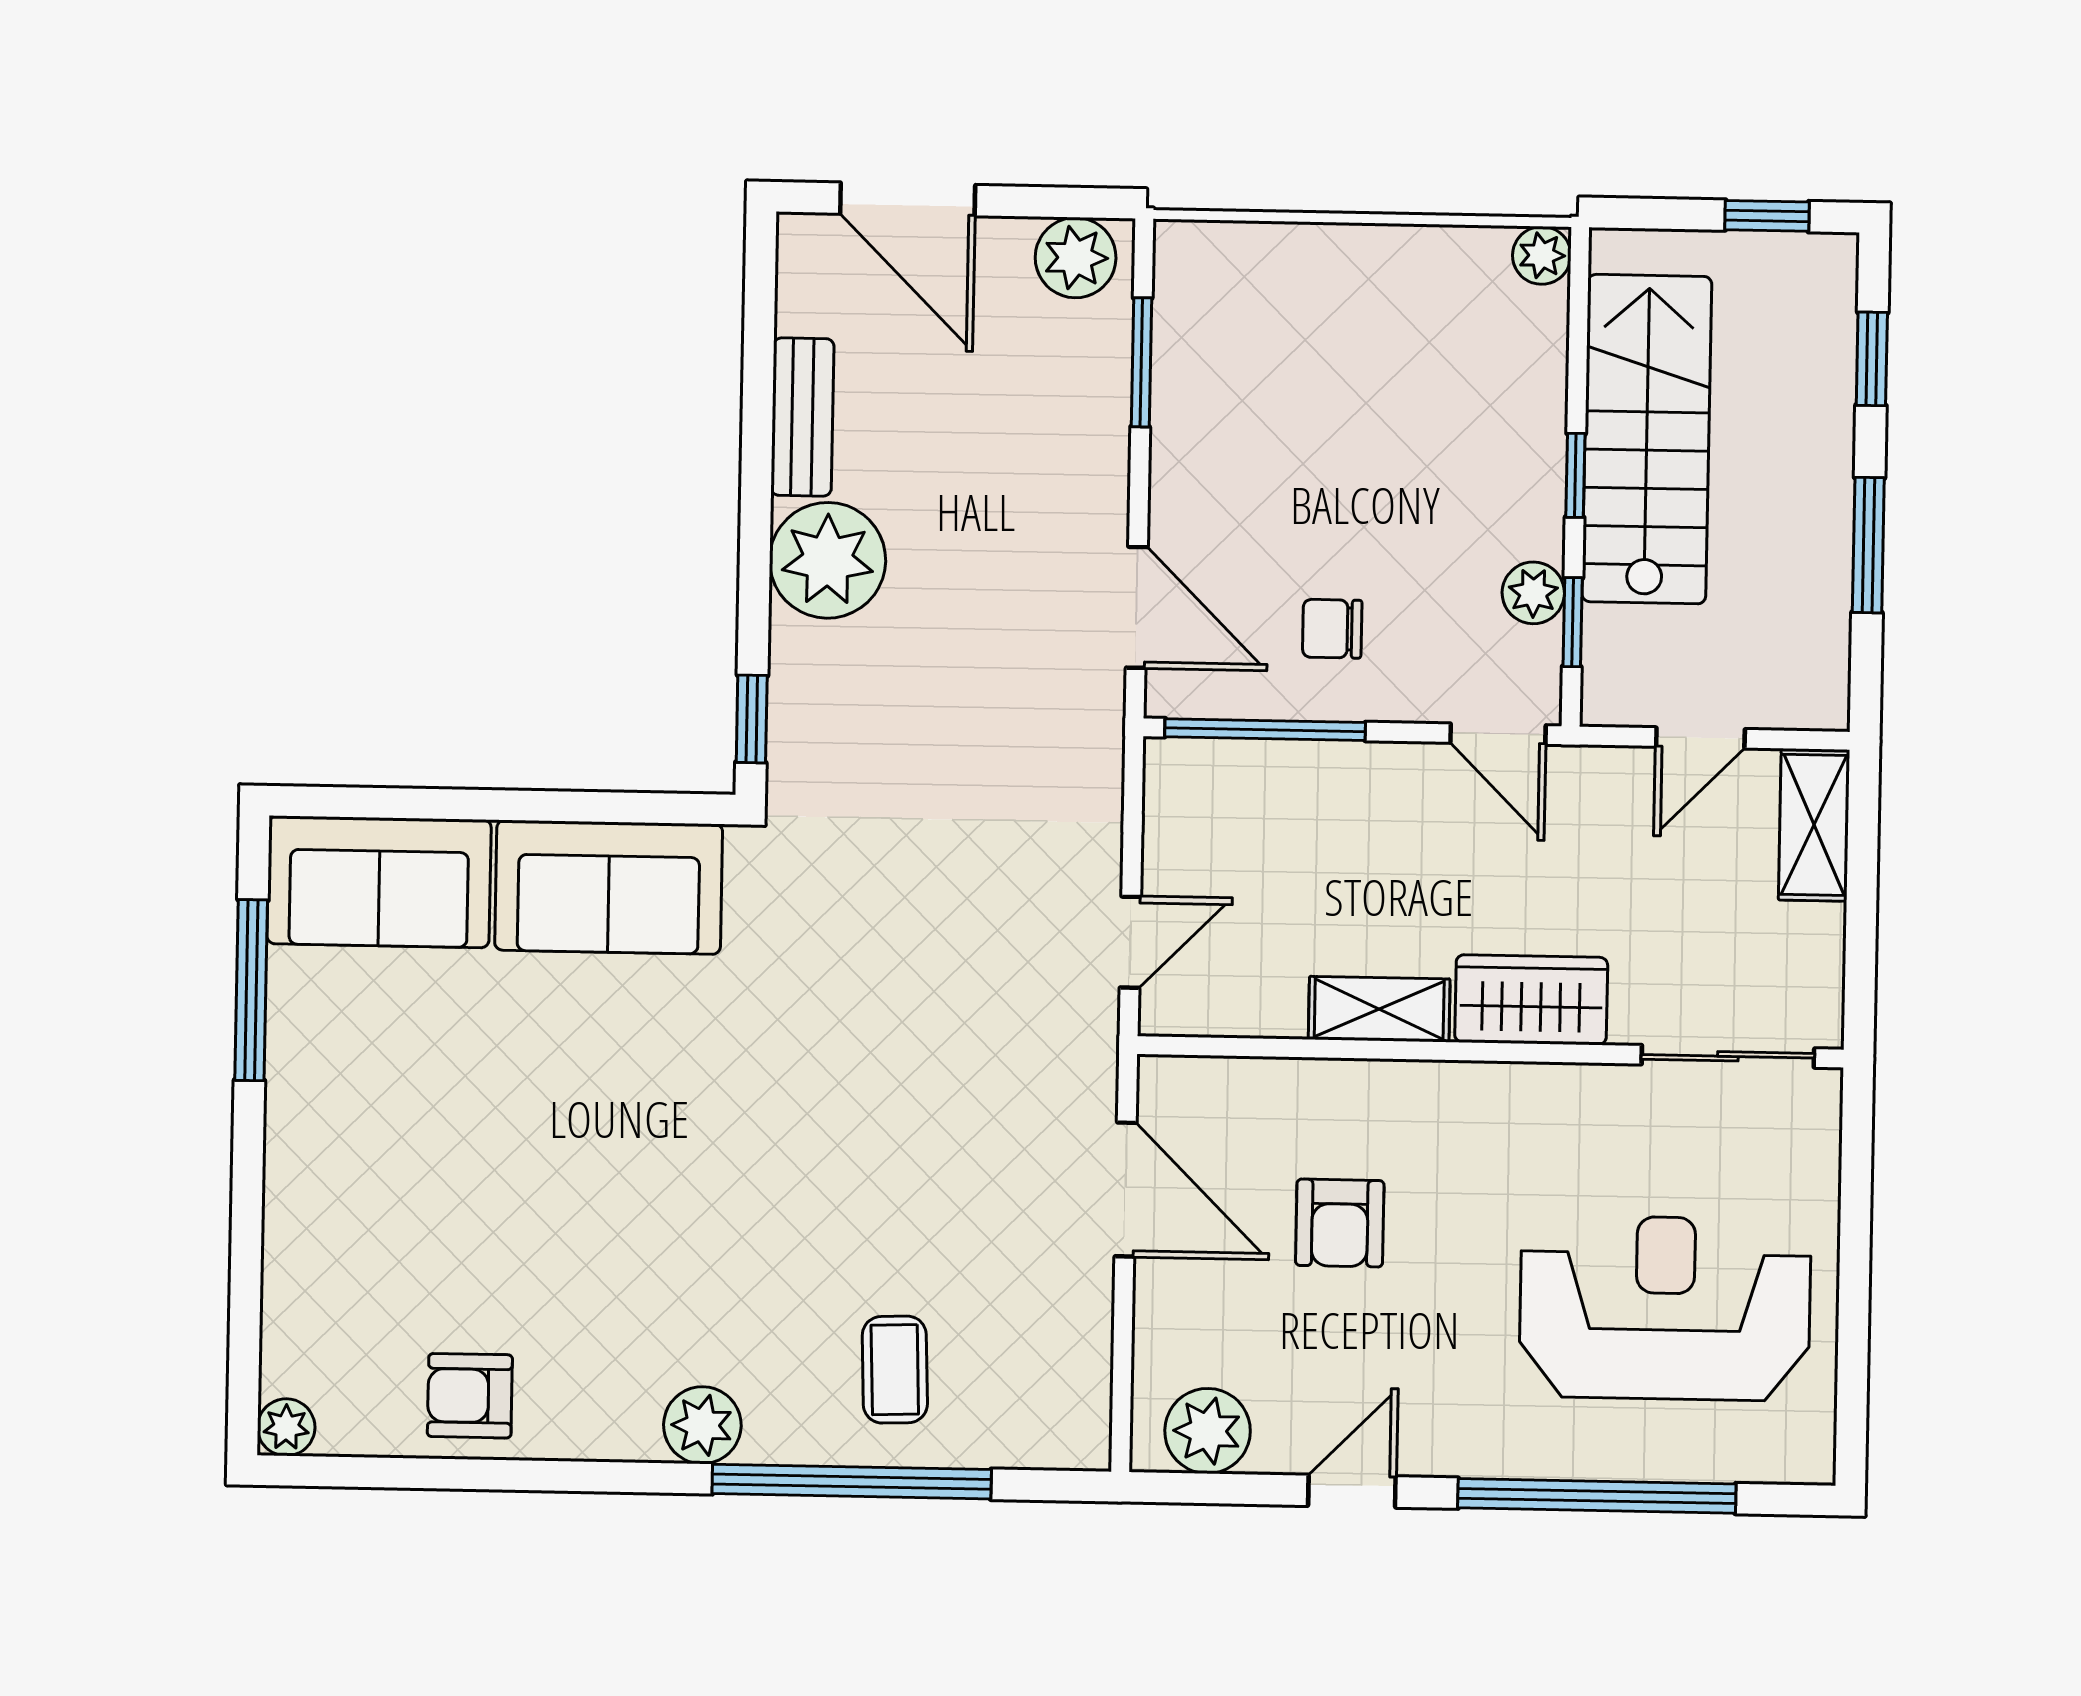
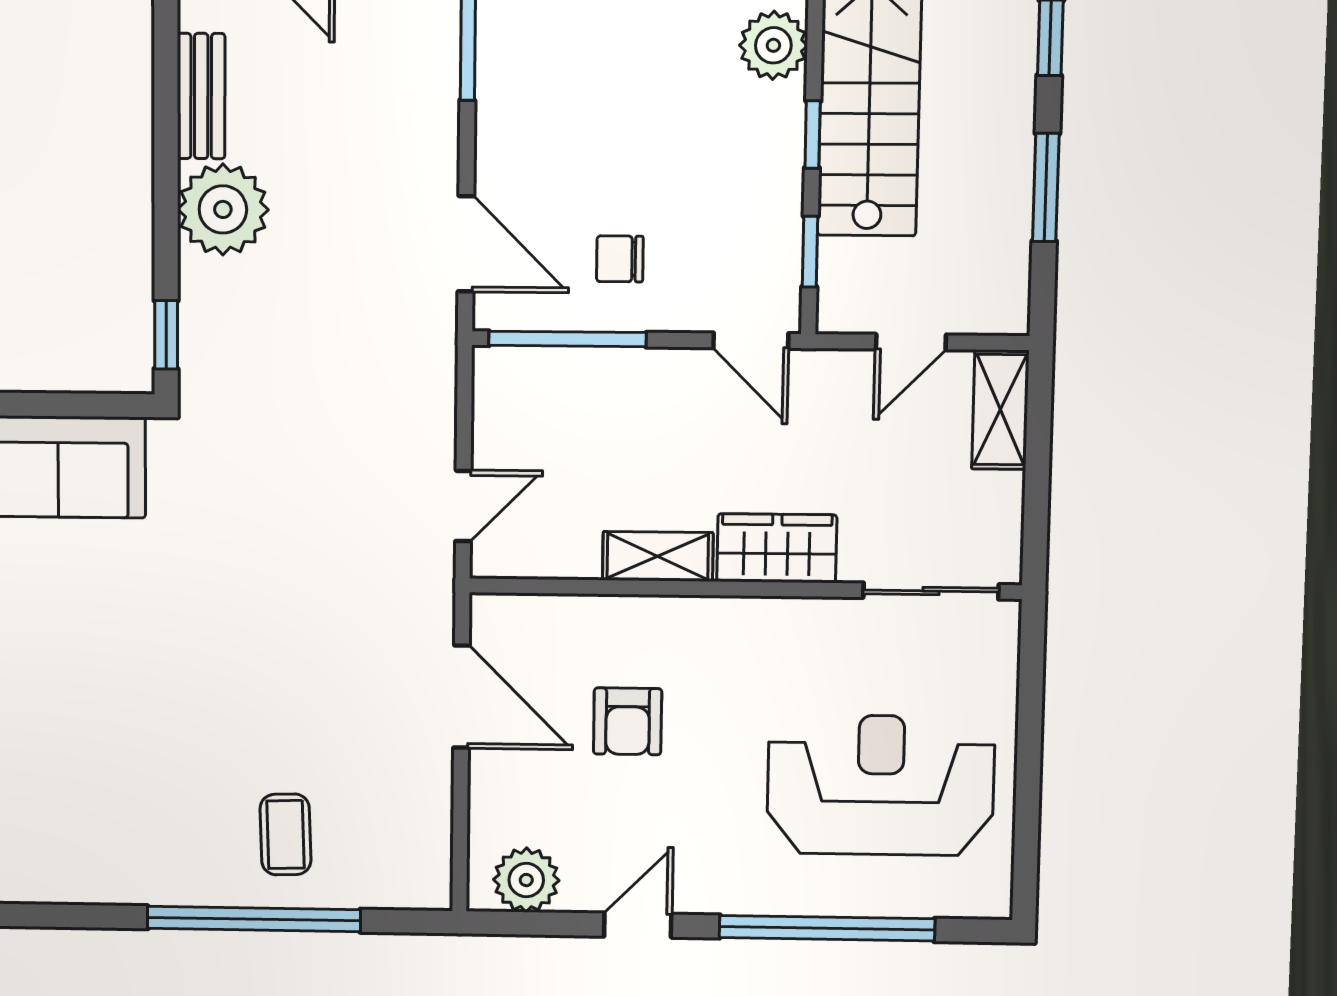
plant: (1533, 593) -> (773, 45), moved, width x1.38, depth x1.38
plant: (702, 1425) -> (139, 877), removed

